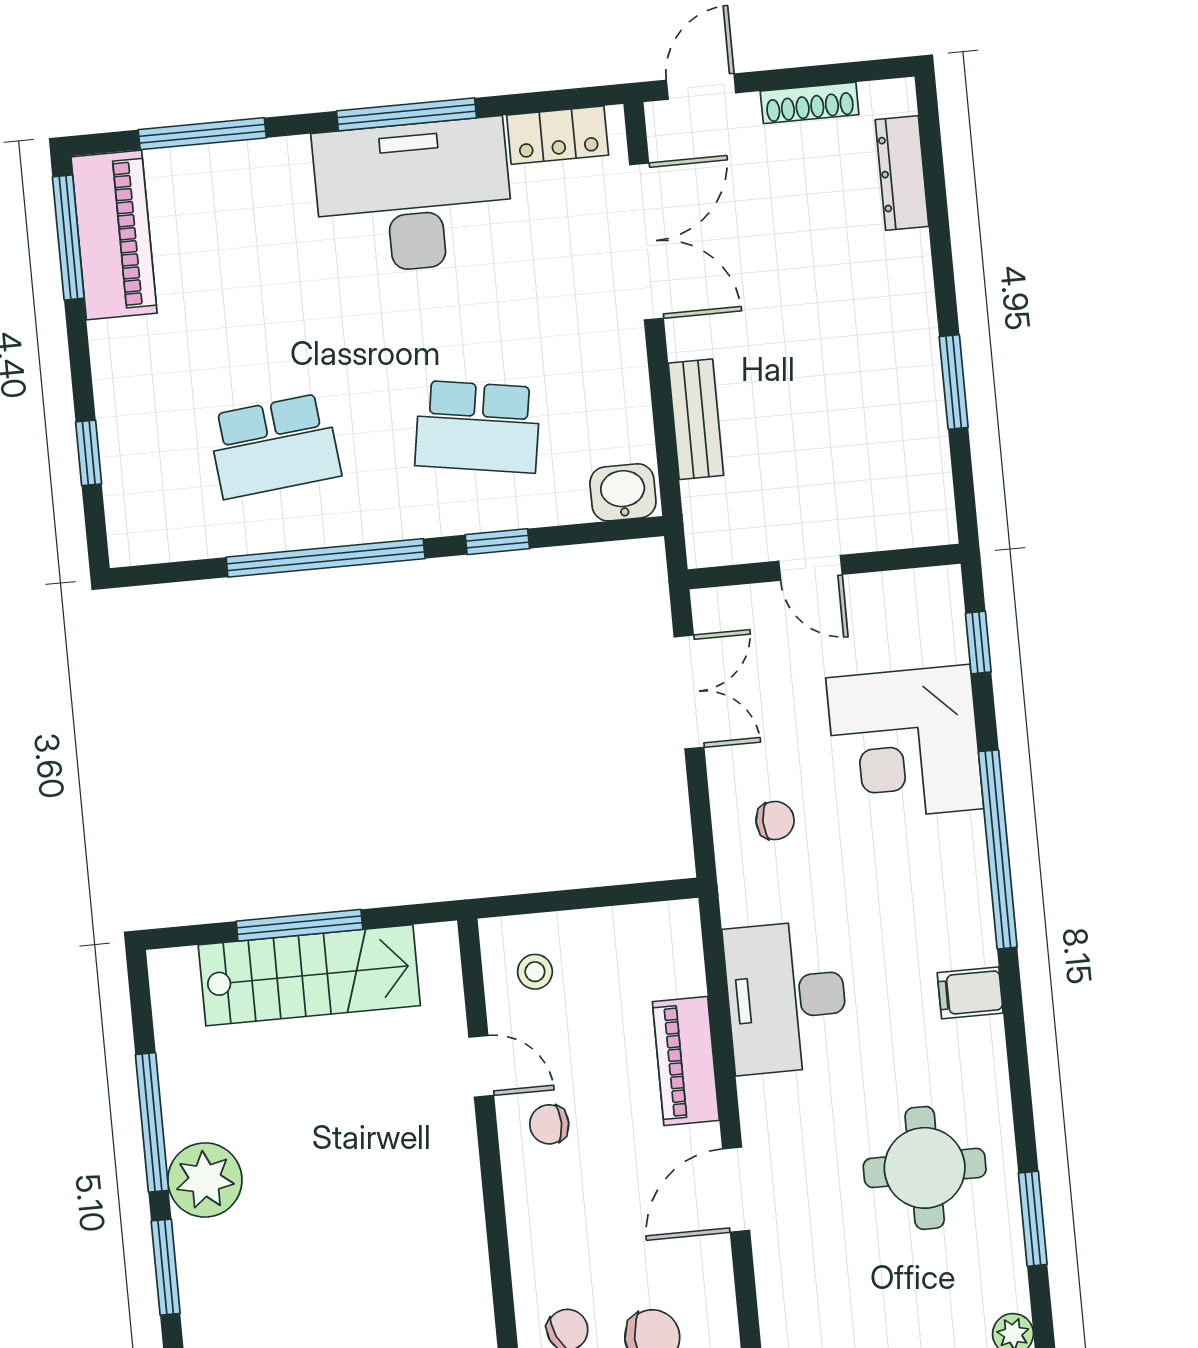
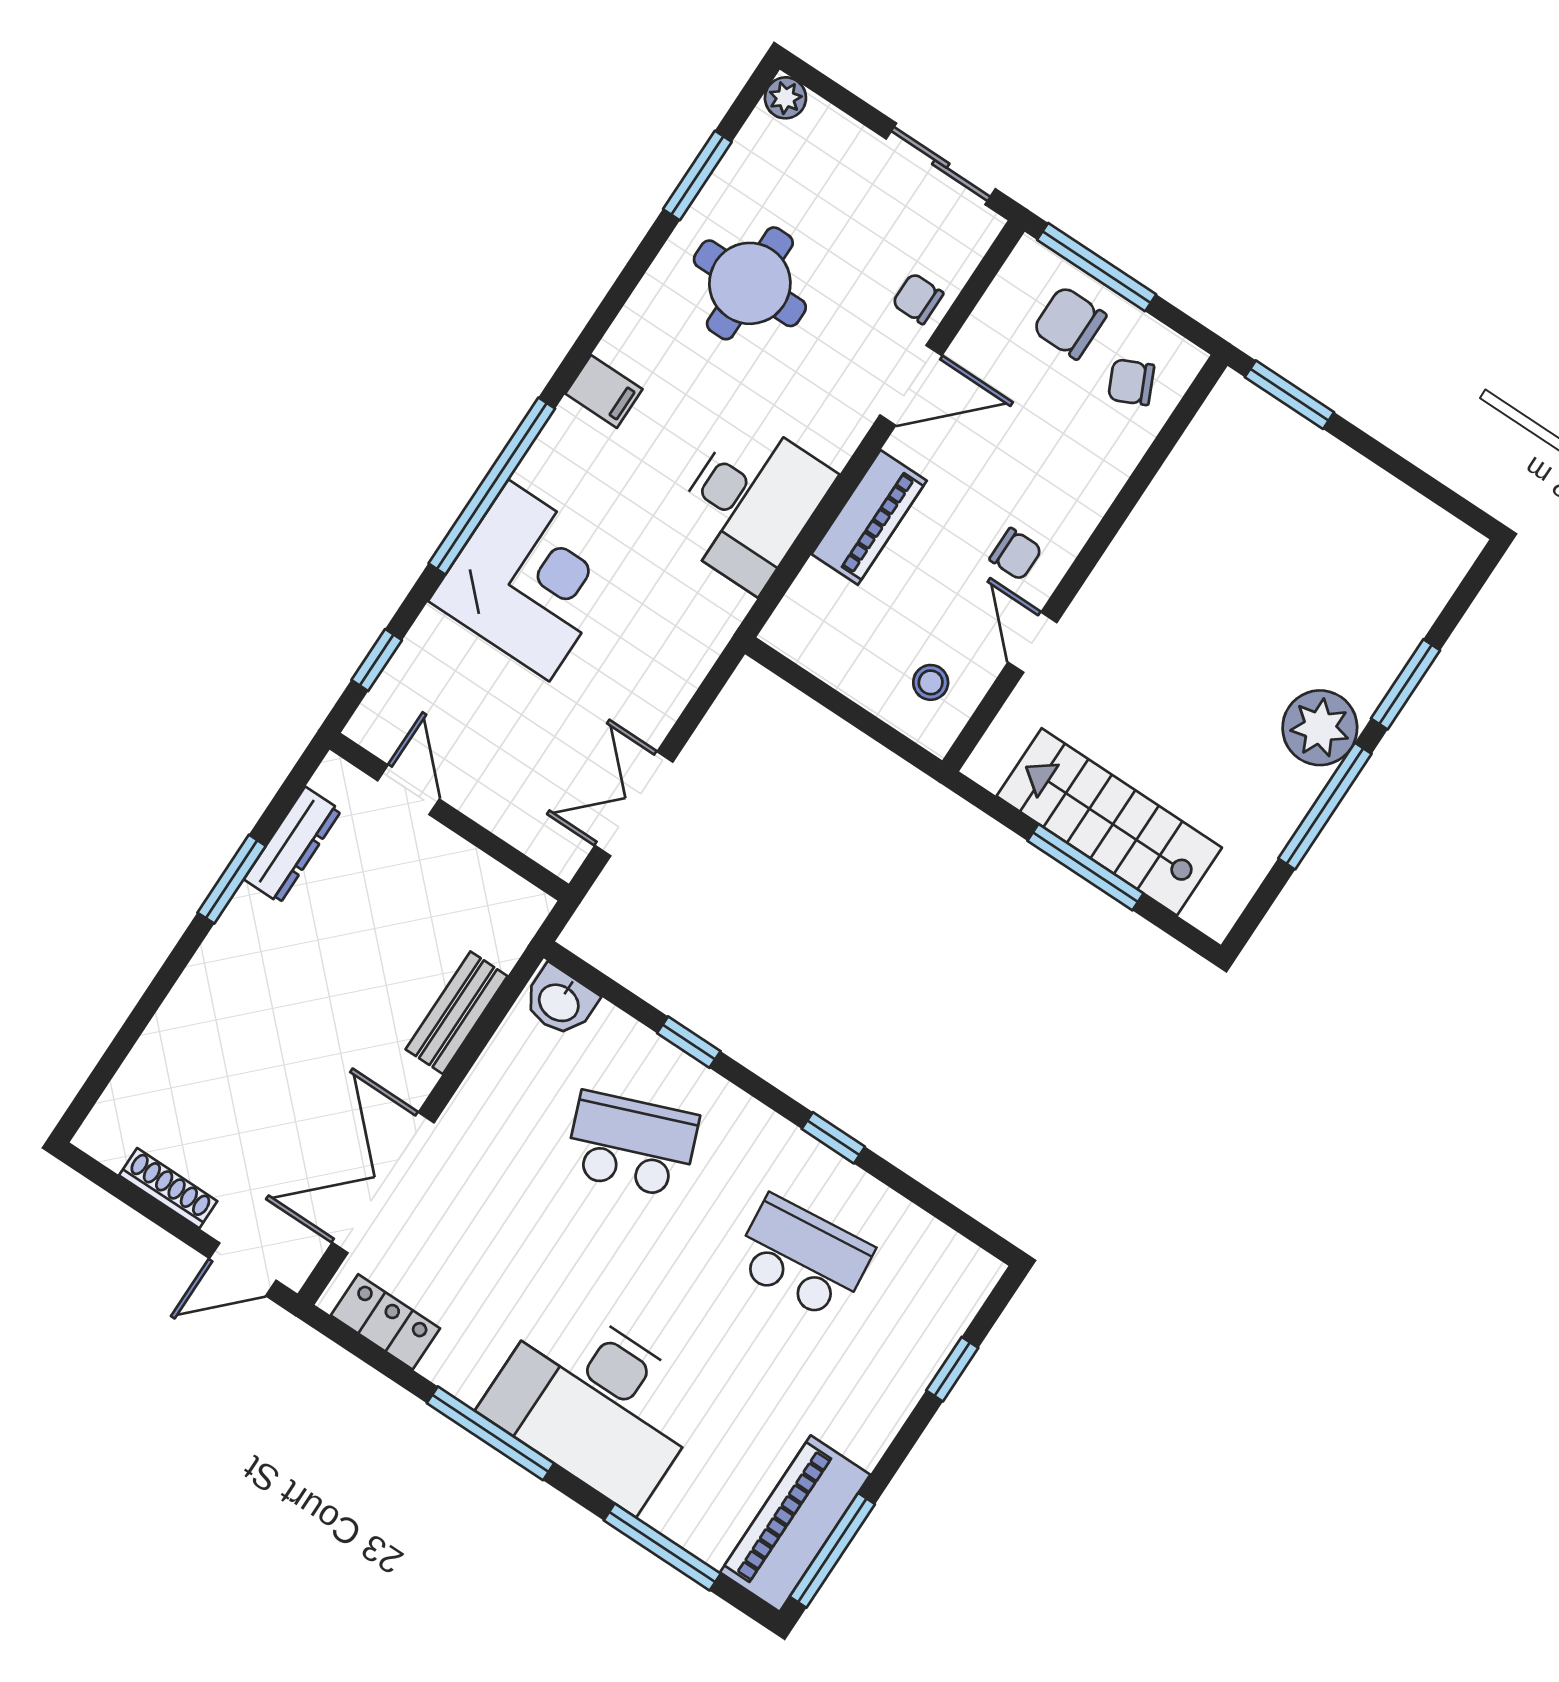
dresser: (902, 173) -> (293, 845), moved
desk: (413, 196) -> (595, 1404), moved
school desk: (478, 427) -> (632, 1144), turned -30
window: (326, 558) -> (833, 1138), width x0.32
door: (810, 568) -> (409, 790), moved
corner desk: (905, 743) -> (529, 581), moved
chair: (775, 820) -> (918, 299), moved

